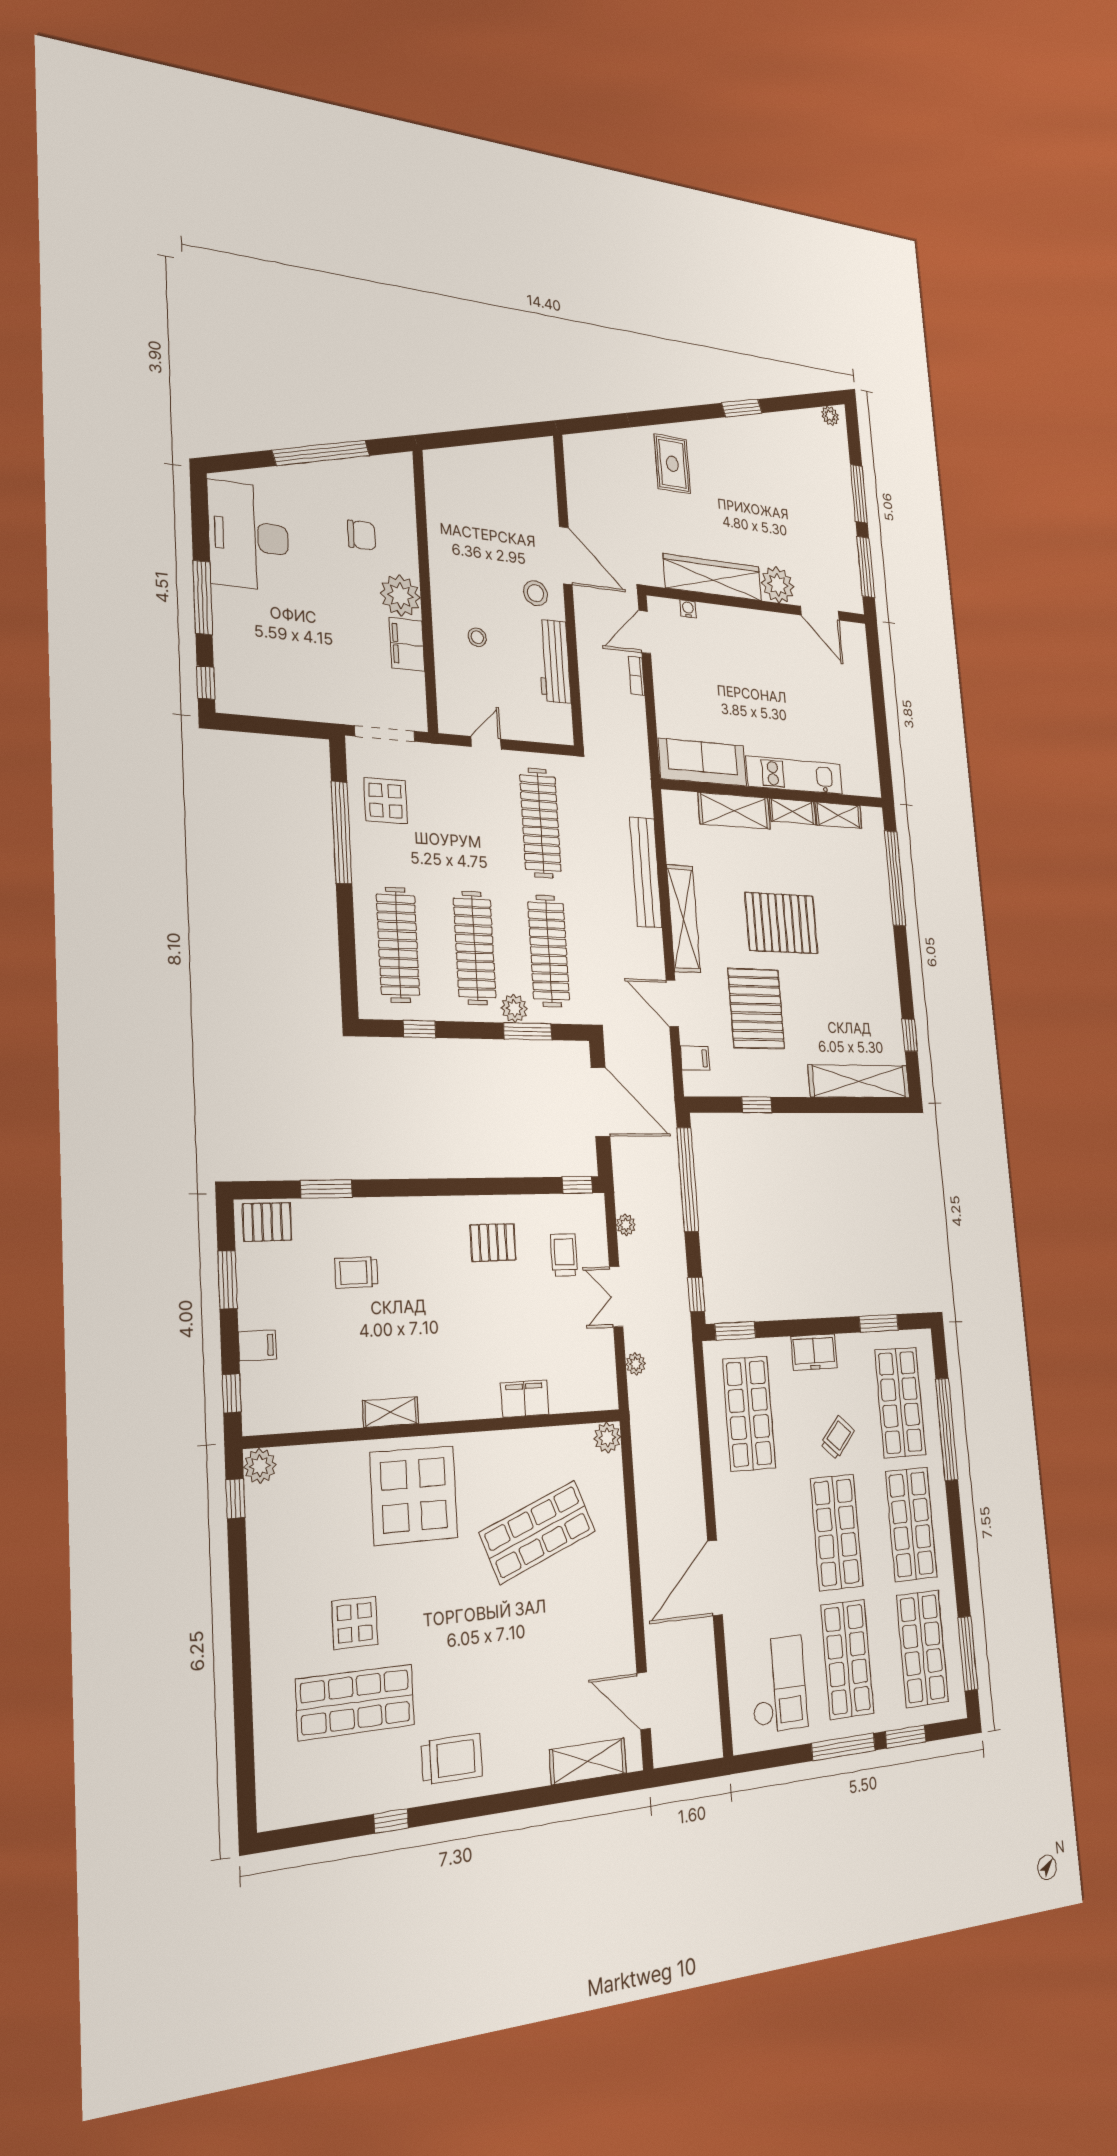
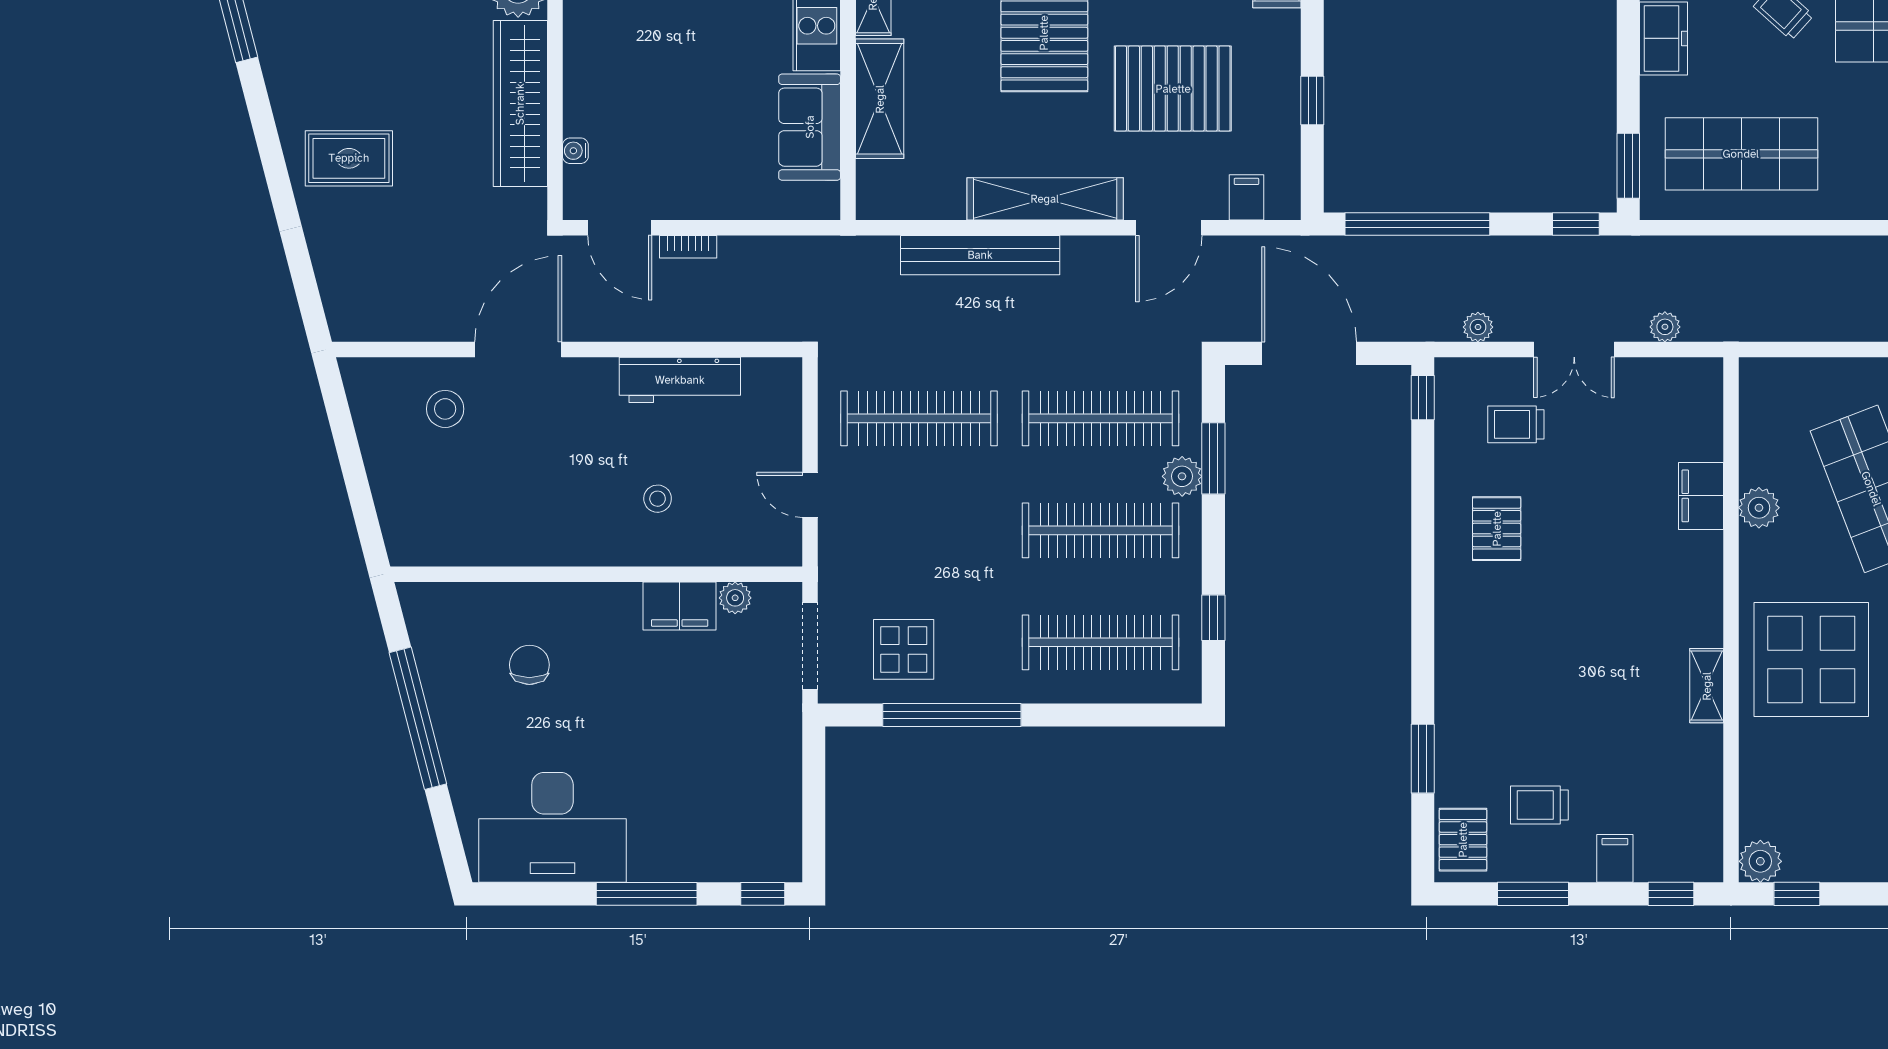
stool: (535, 593) -> (445, 409), moved
plant: (400, 596) -> (735, 598), moved, width x0.53, depth x0.53
sofa: (703, 762) -> (810, 127), width x0.73
door: (600, 1102) -> (1309, 353), hinge flipped
trolley: (356, 1273) -> (1539, 805), moved, turned 90
plant: (607, 1438) -> (1759, 508), moved

